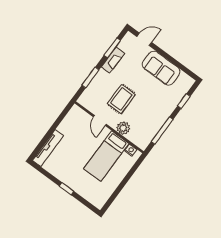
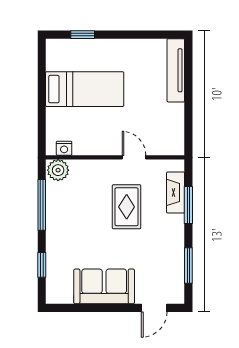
fireplace: (113, 60) -> (176, 192), moved
plant: (123, 128) -> (58, 170), moved
bed: (106, 156) -> (85, 89), moved, turned 90
window: (66, 189) -> (83, 35), moved

